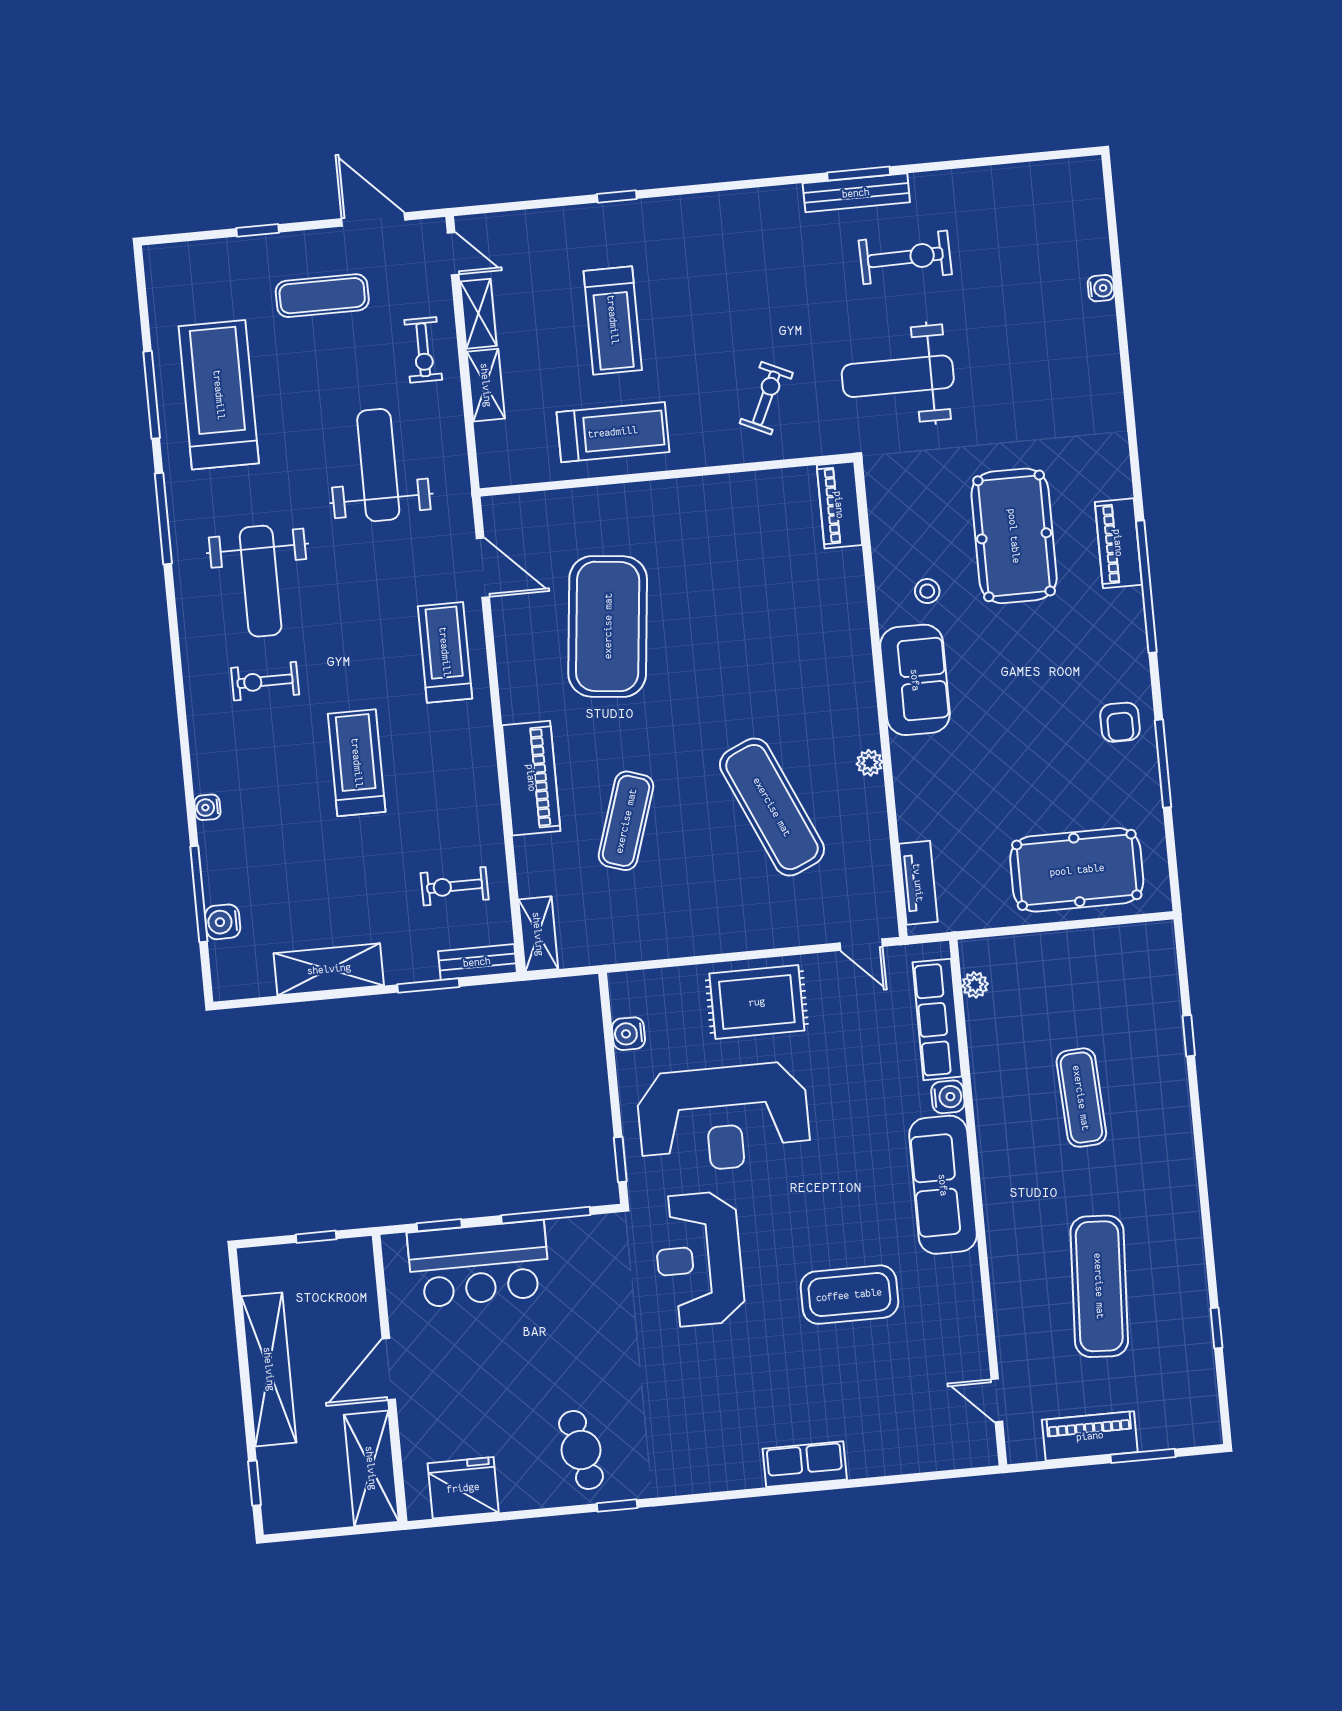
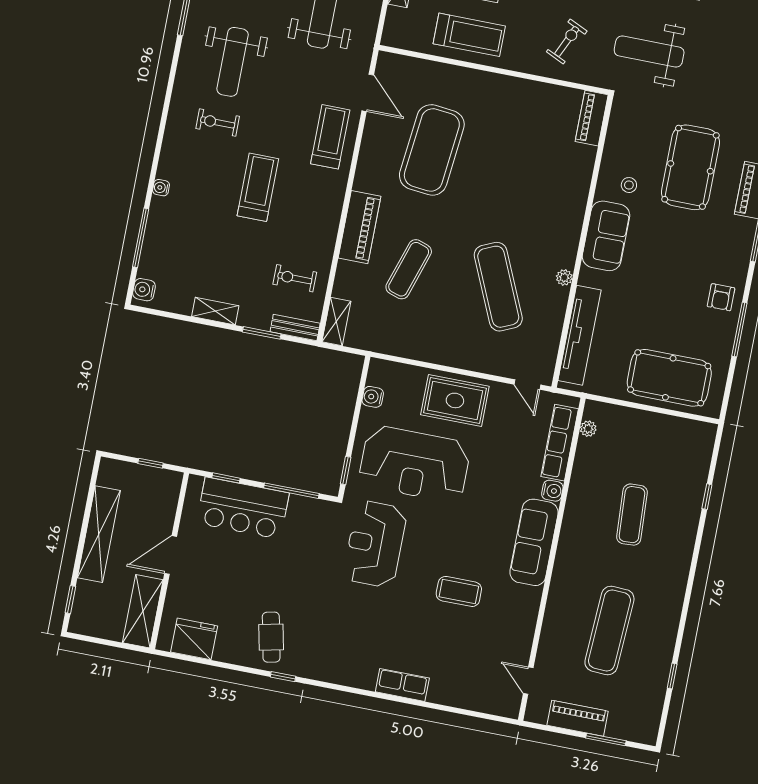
tv unit: (918, 883) -> (579, 335), width x1.92, depth x1.29
water cooler: (223, 922) -> (144, 290), moved
shelving: (329, 969) -> (215, 311), width x0.67, depth x0.75
coffee table: (849, 1295) -> (459, 591), width x0.73, depth x0.76

